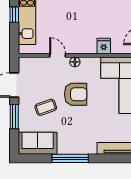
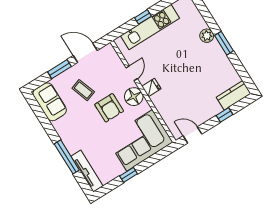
fridge: (104, 46) -> (151, 88), moved
floor lamp: (75, 62) -> (134, 97), width x1.89, depth x1.89
window: (70, 158) -> (67, 157), moved

